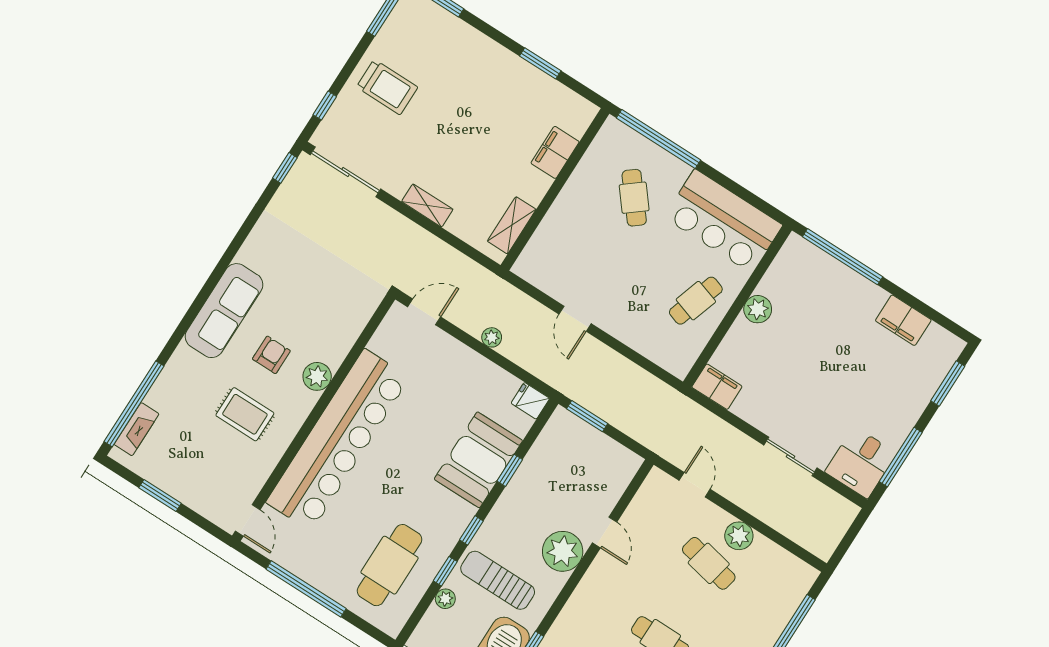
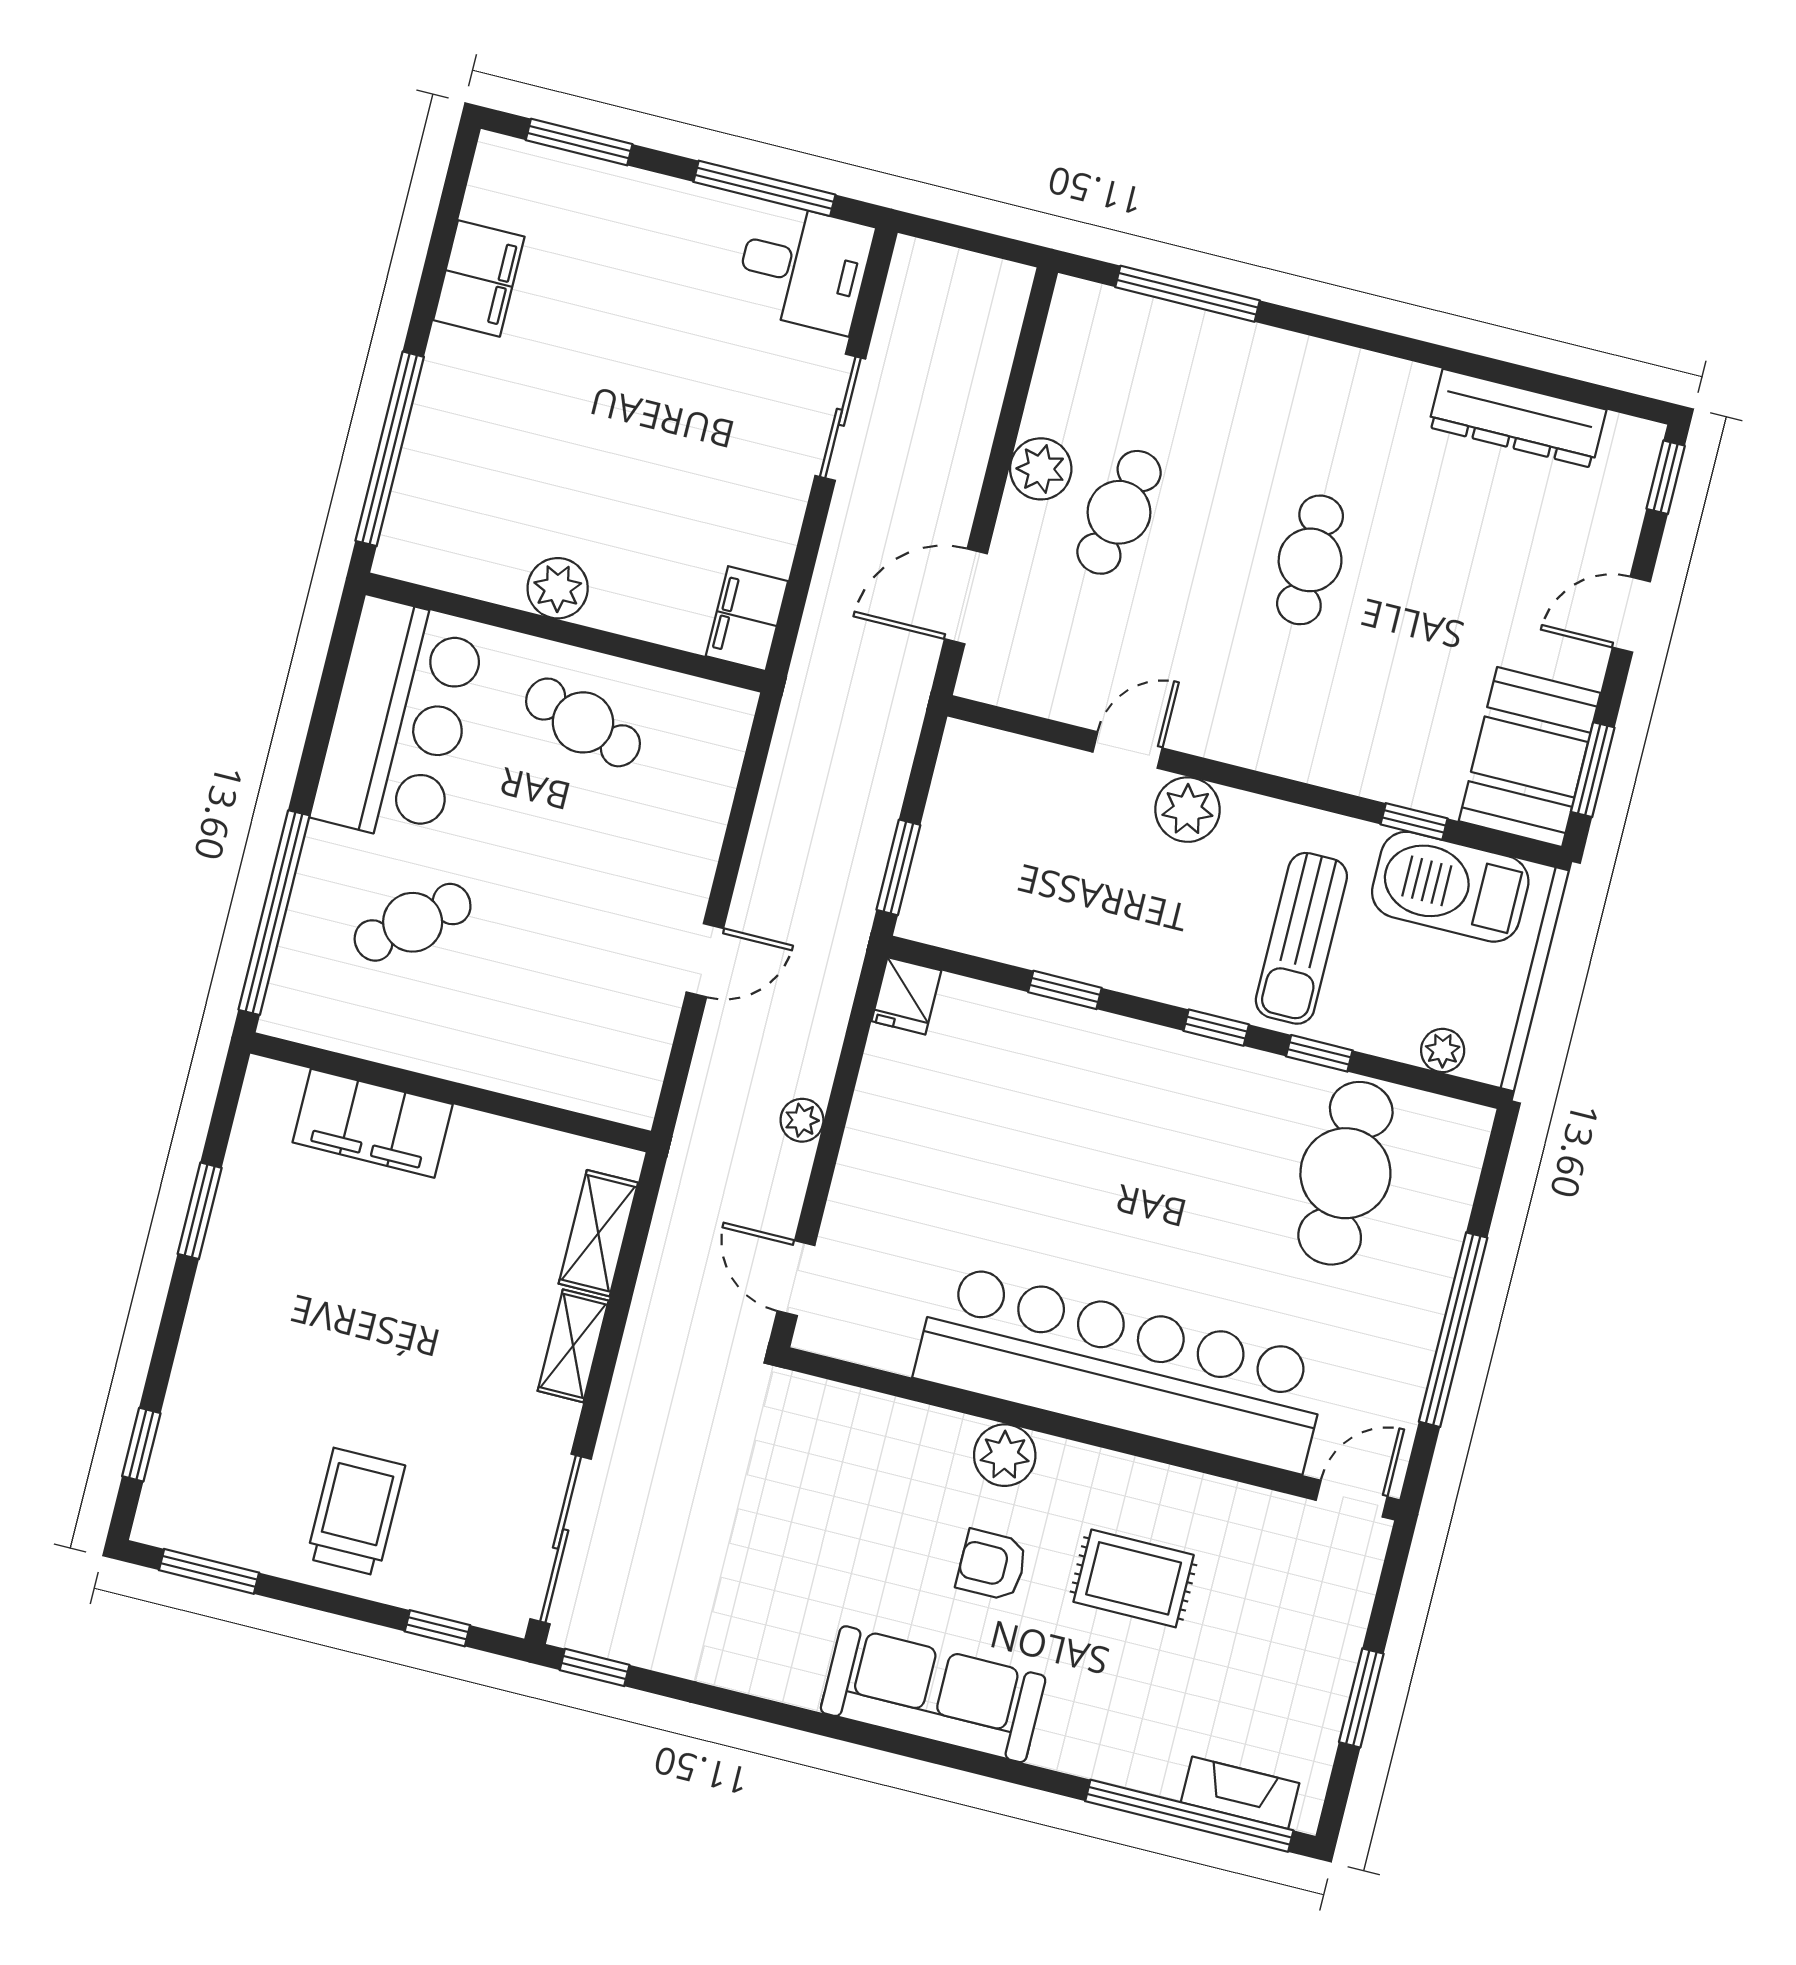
filing cabinet: (555, 152) -> (373, 1123), width x1.50, depth x1.17
shelving: (512, 225) -> (598, 1233), moved, turned 90
rug: (245, 414) -> (1134, 1578), turned 90
booth: (478, 460) -> (1065, 1062), removed
door: (695, 485) -> (966, 596), width x1.38
plant: (563, 551) -> (1188, 810), width x0.73, depth x0.73
cafe table: (390, 565) -> (1345, 1173), turned 90
plant: (445, 599) -> (1443, 1050), moved

